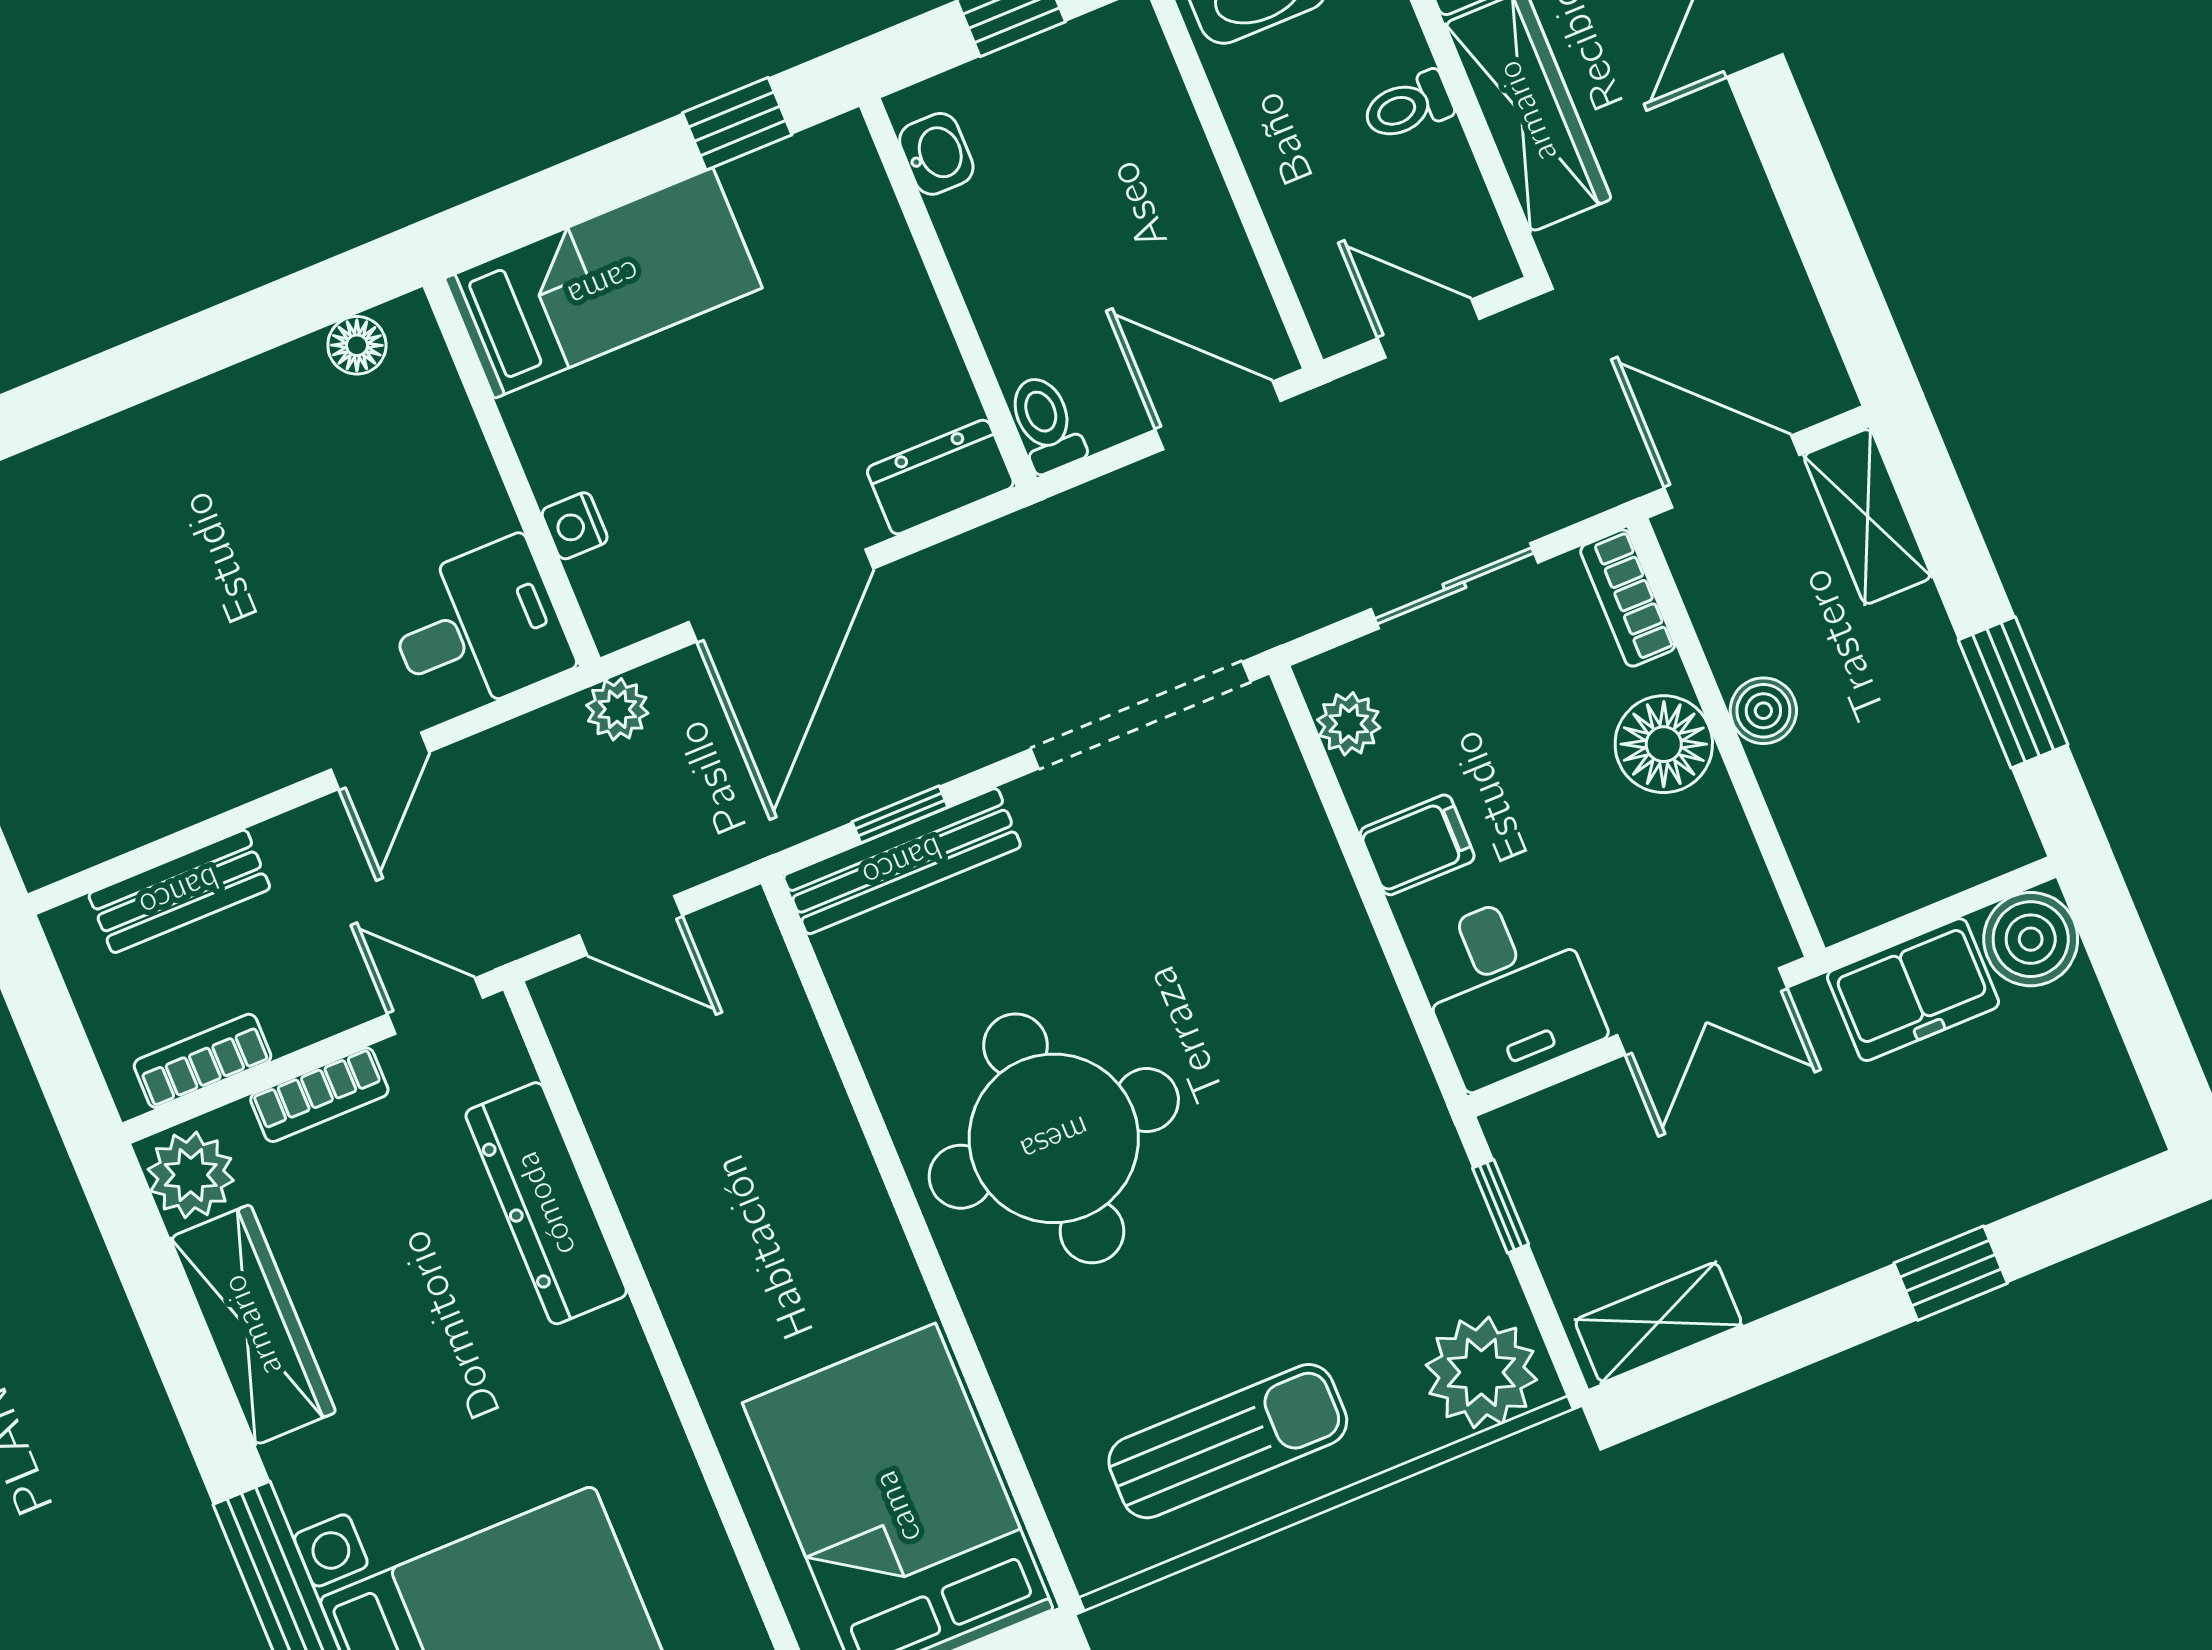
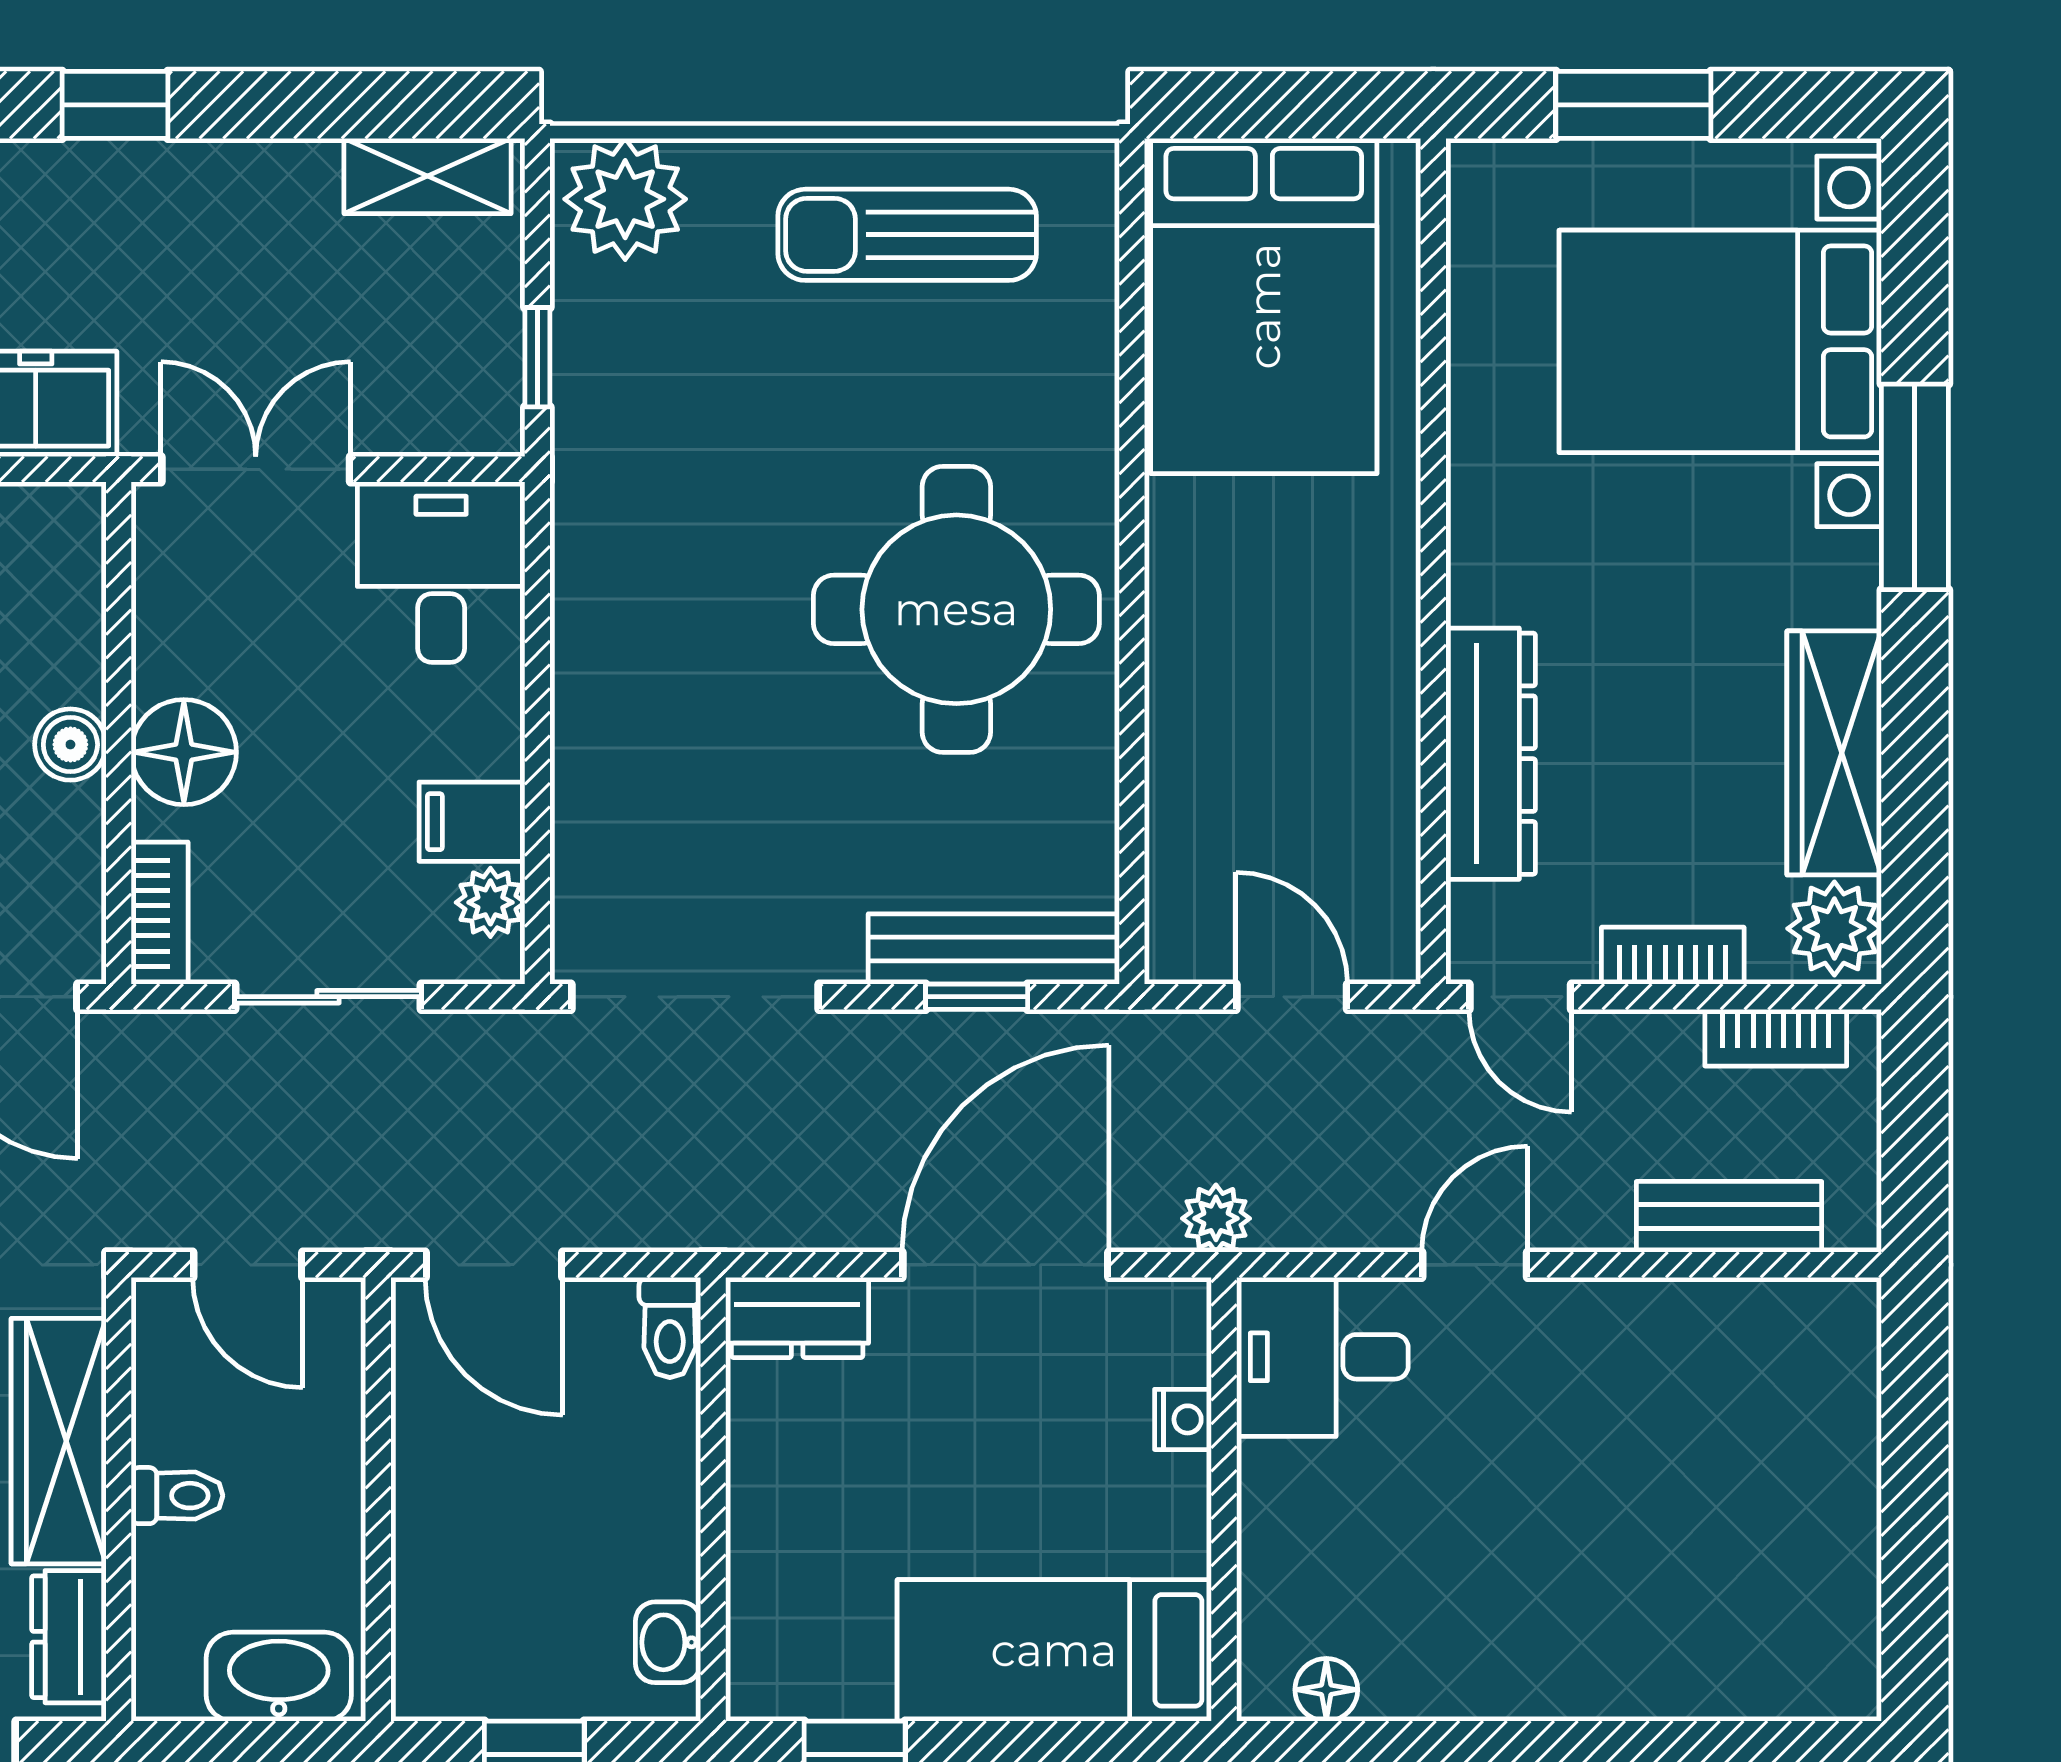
filing cabinet: (1417, 845) -> (472, 822), moved

